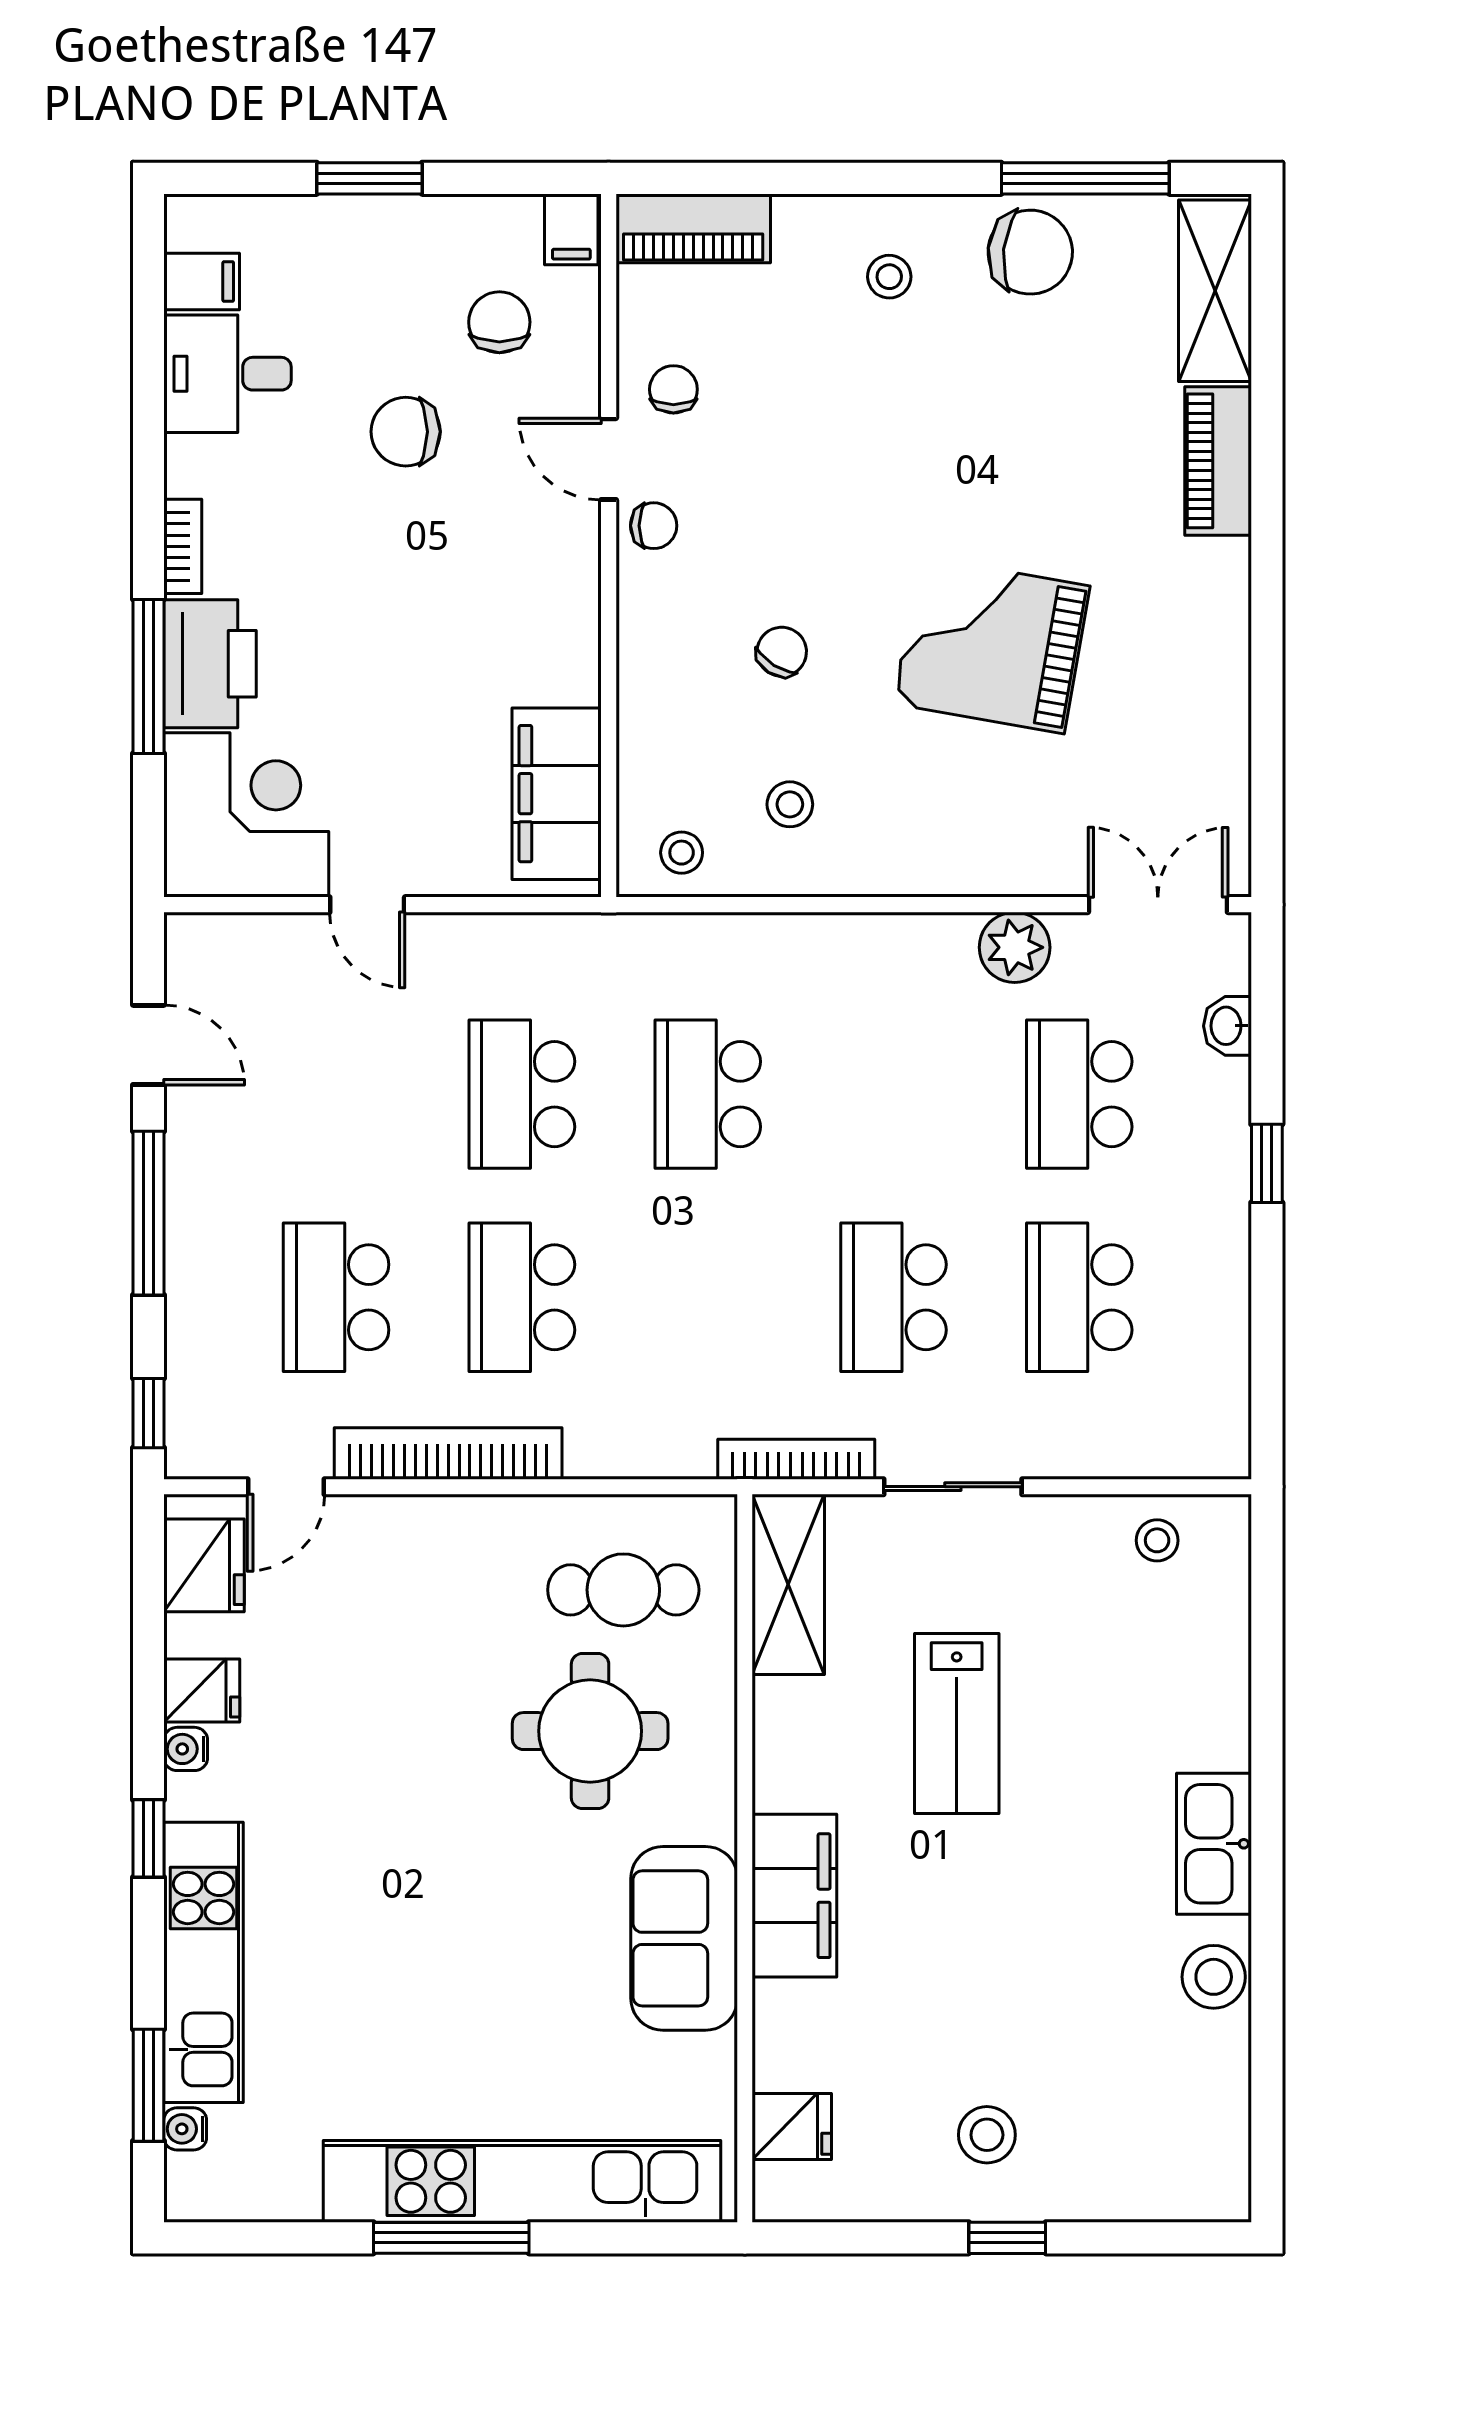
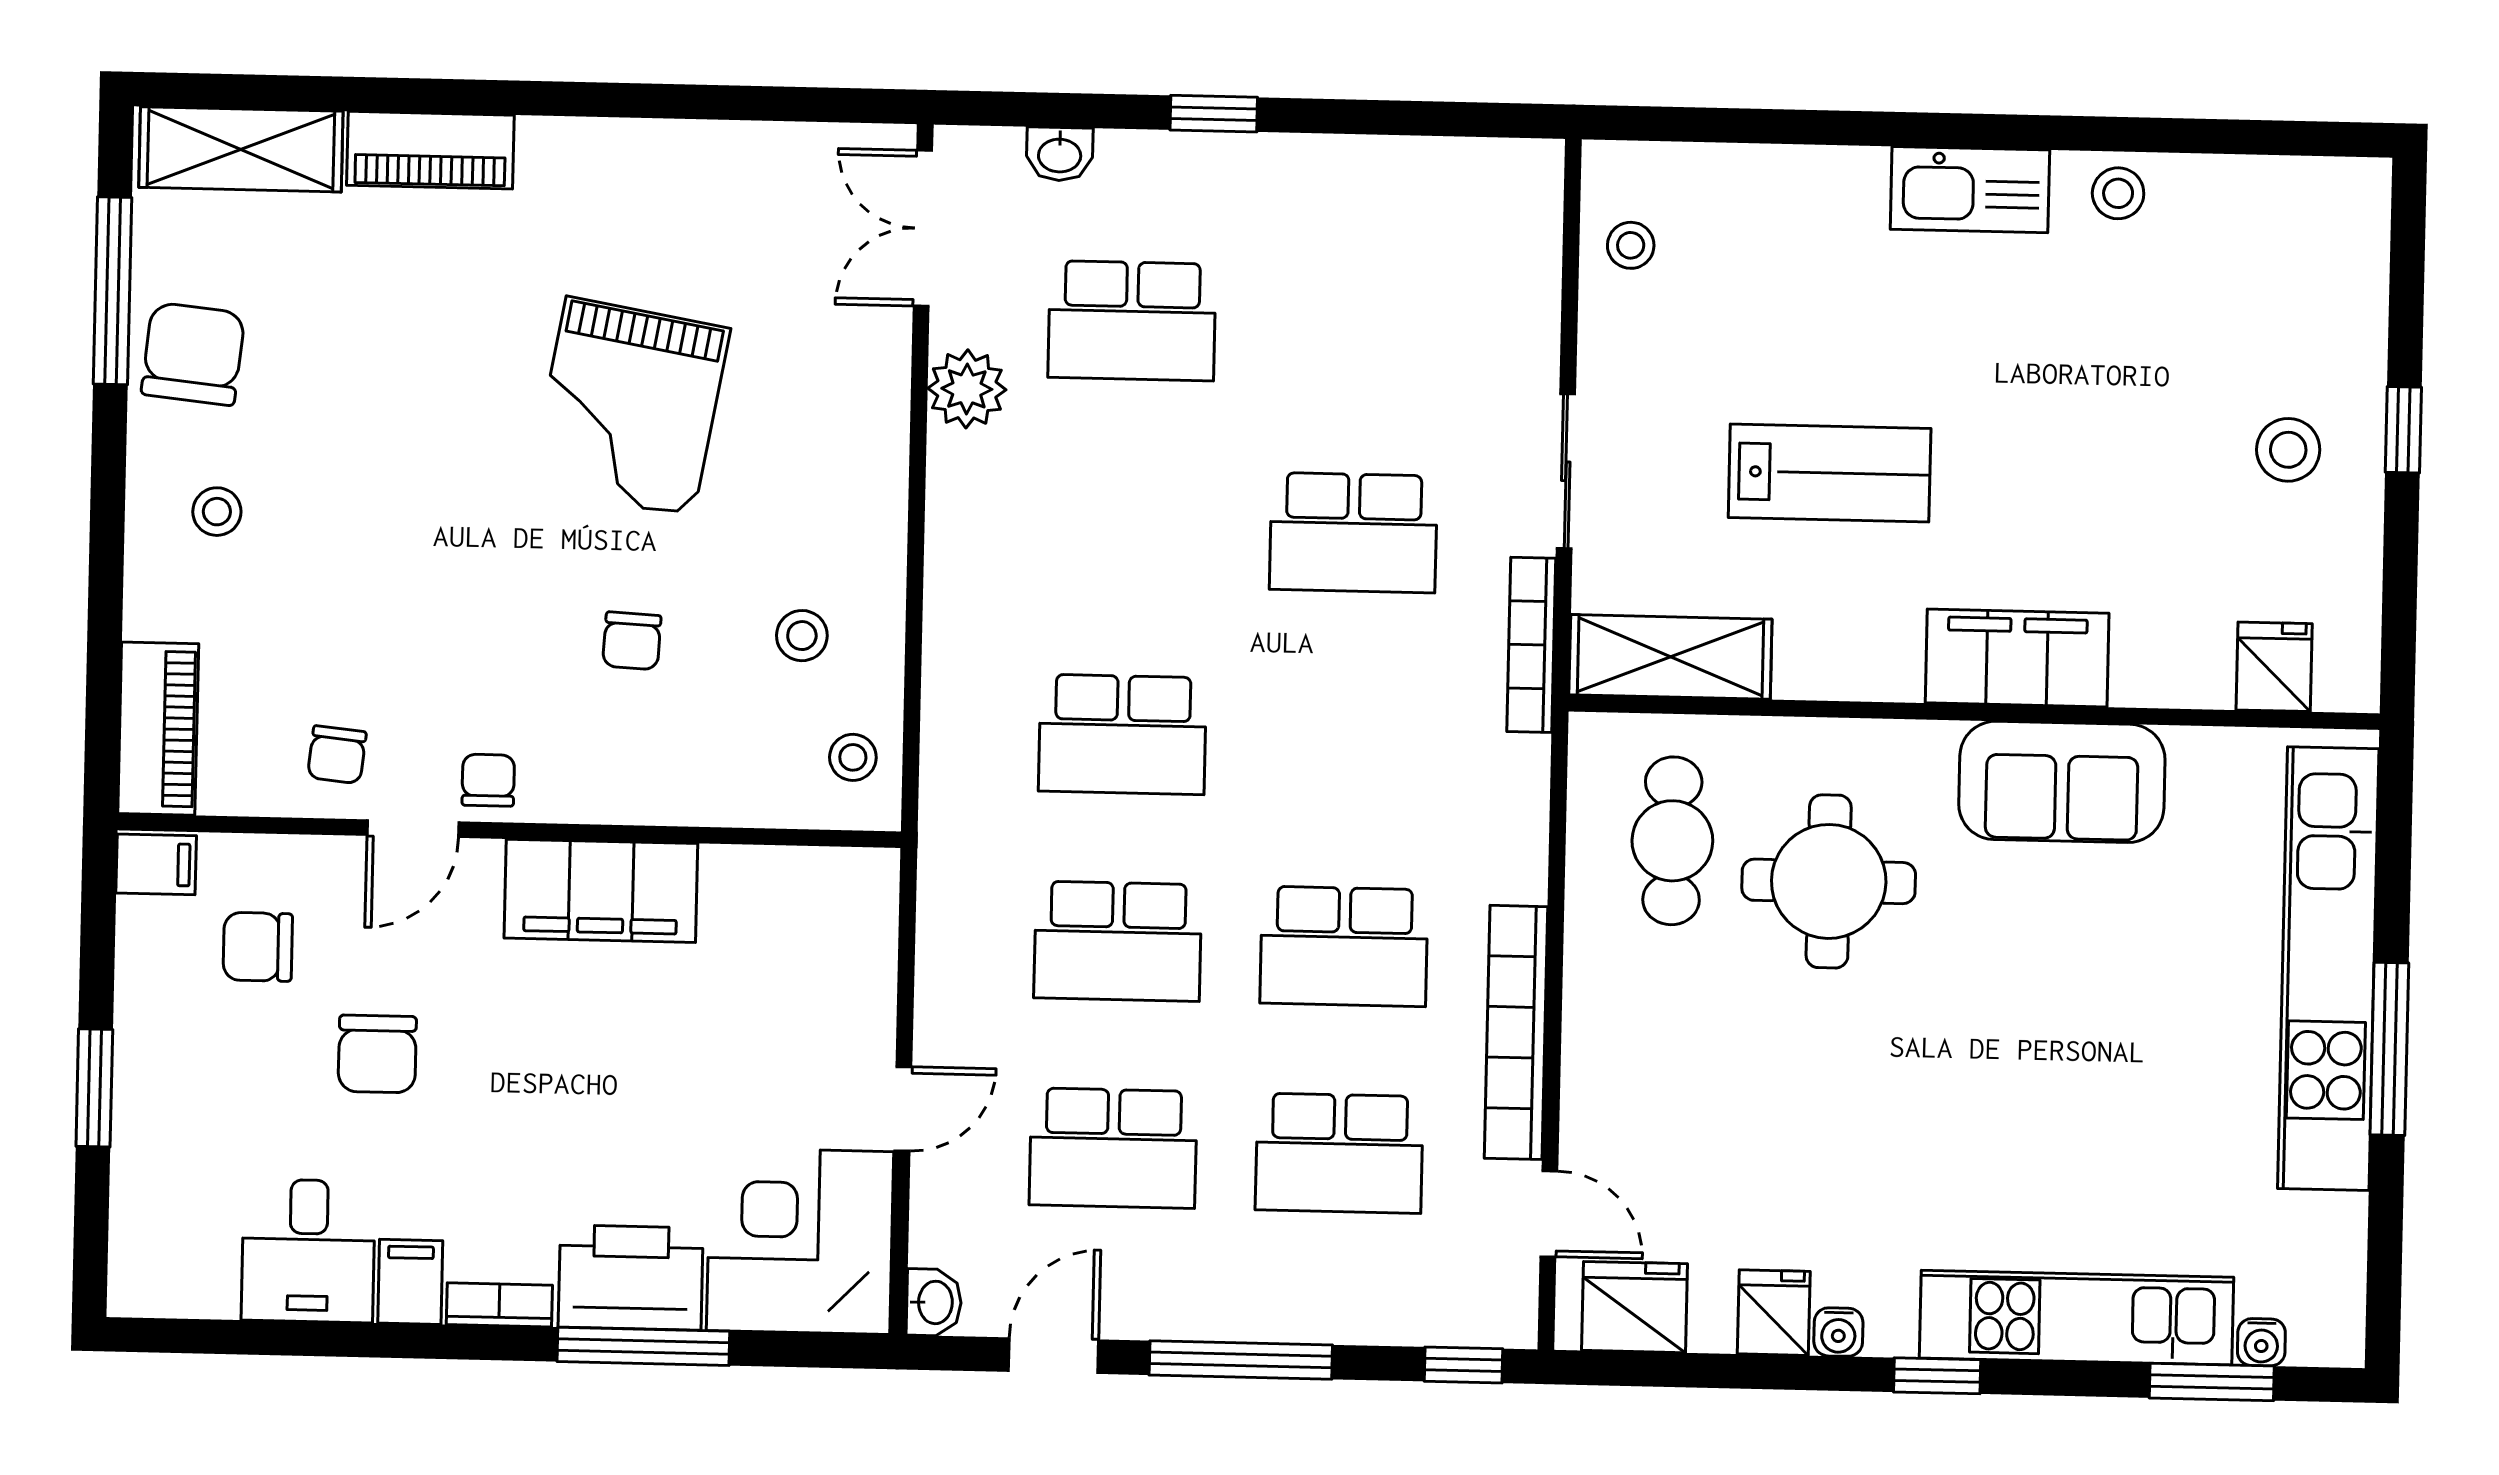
filing cabinet: (202, 282) -> (410, 1282), moved
chair: (673, 389) -> (337, 755), turned -84
chair: (782, 652) -> (632, 641), turned -119
filing cabinet: (557, 794) -> (601, 891), moved
washbasin: (194, 936) -> (934, 1302), added
school desk: (1079, 1297) -> (1113, 1148), moved
stool: (1214, 1977) -> (2118, 193), width x0.73, depth x0.73

